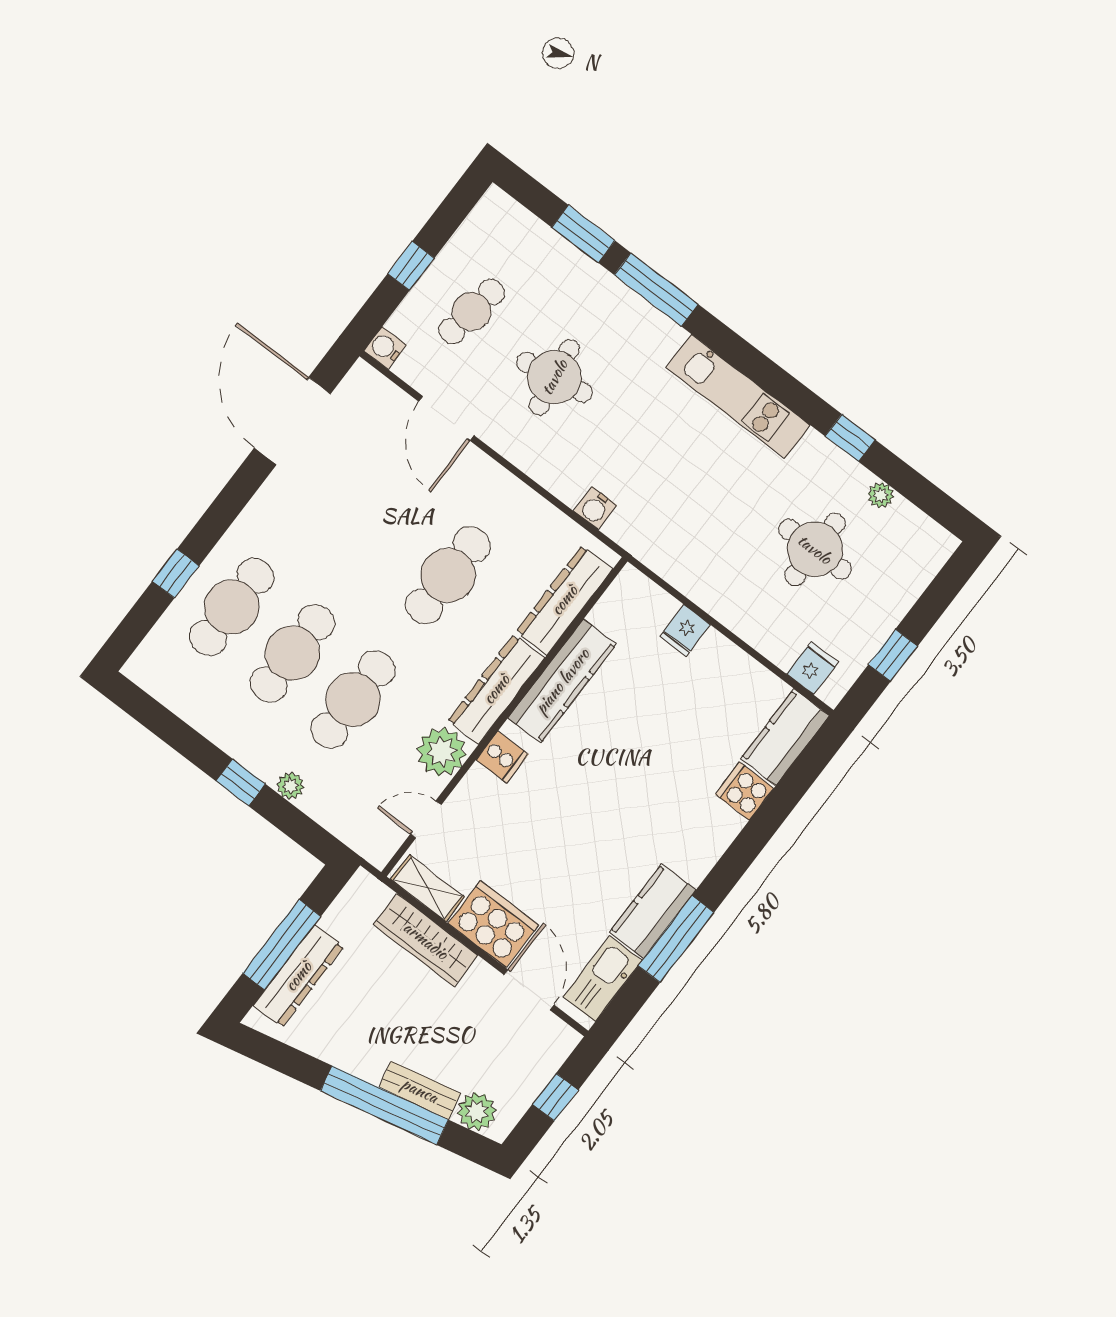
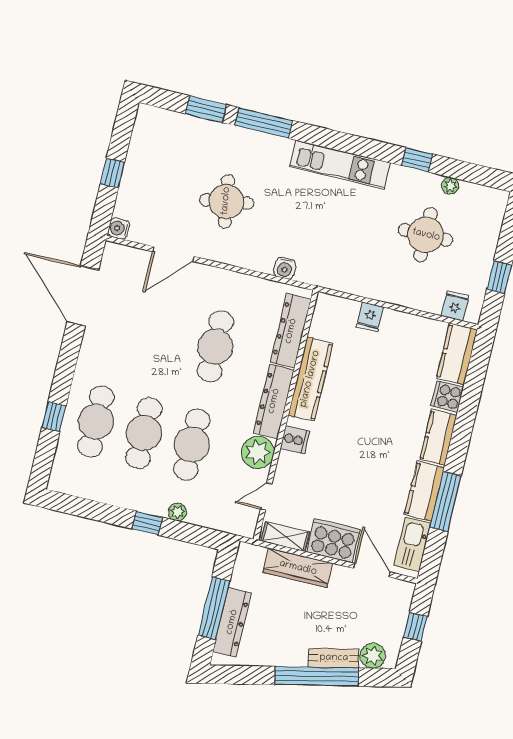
cafe table: (472, 312) -> (160, 184), removed
door: (446, 418) -> (173, 254), hinge flipped
kitchen counter: (706, 844) -> (438, 437), added

